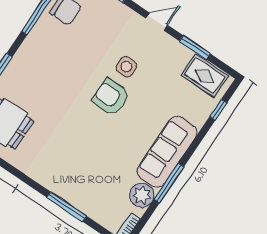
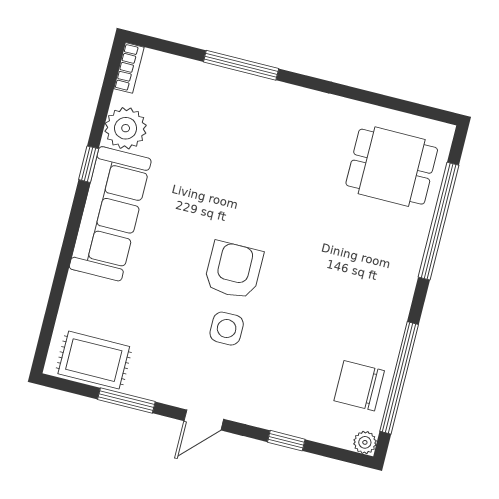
armchair: (111, 97) -> (234, 270), turned -90
window: (218, 110) -> (51, 313), removed
window: (169, 183) -> (89, 164), width x0.46

